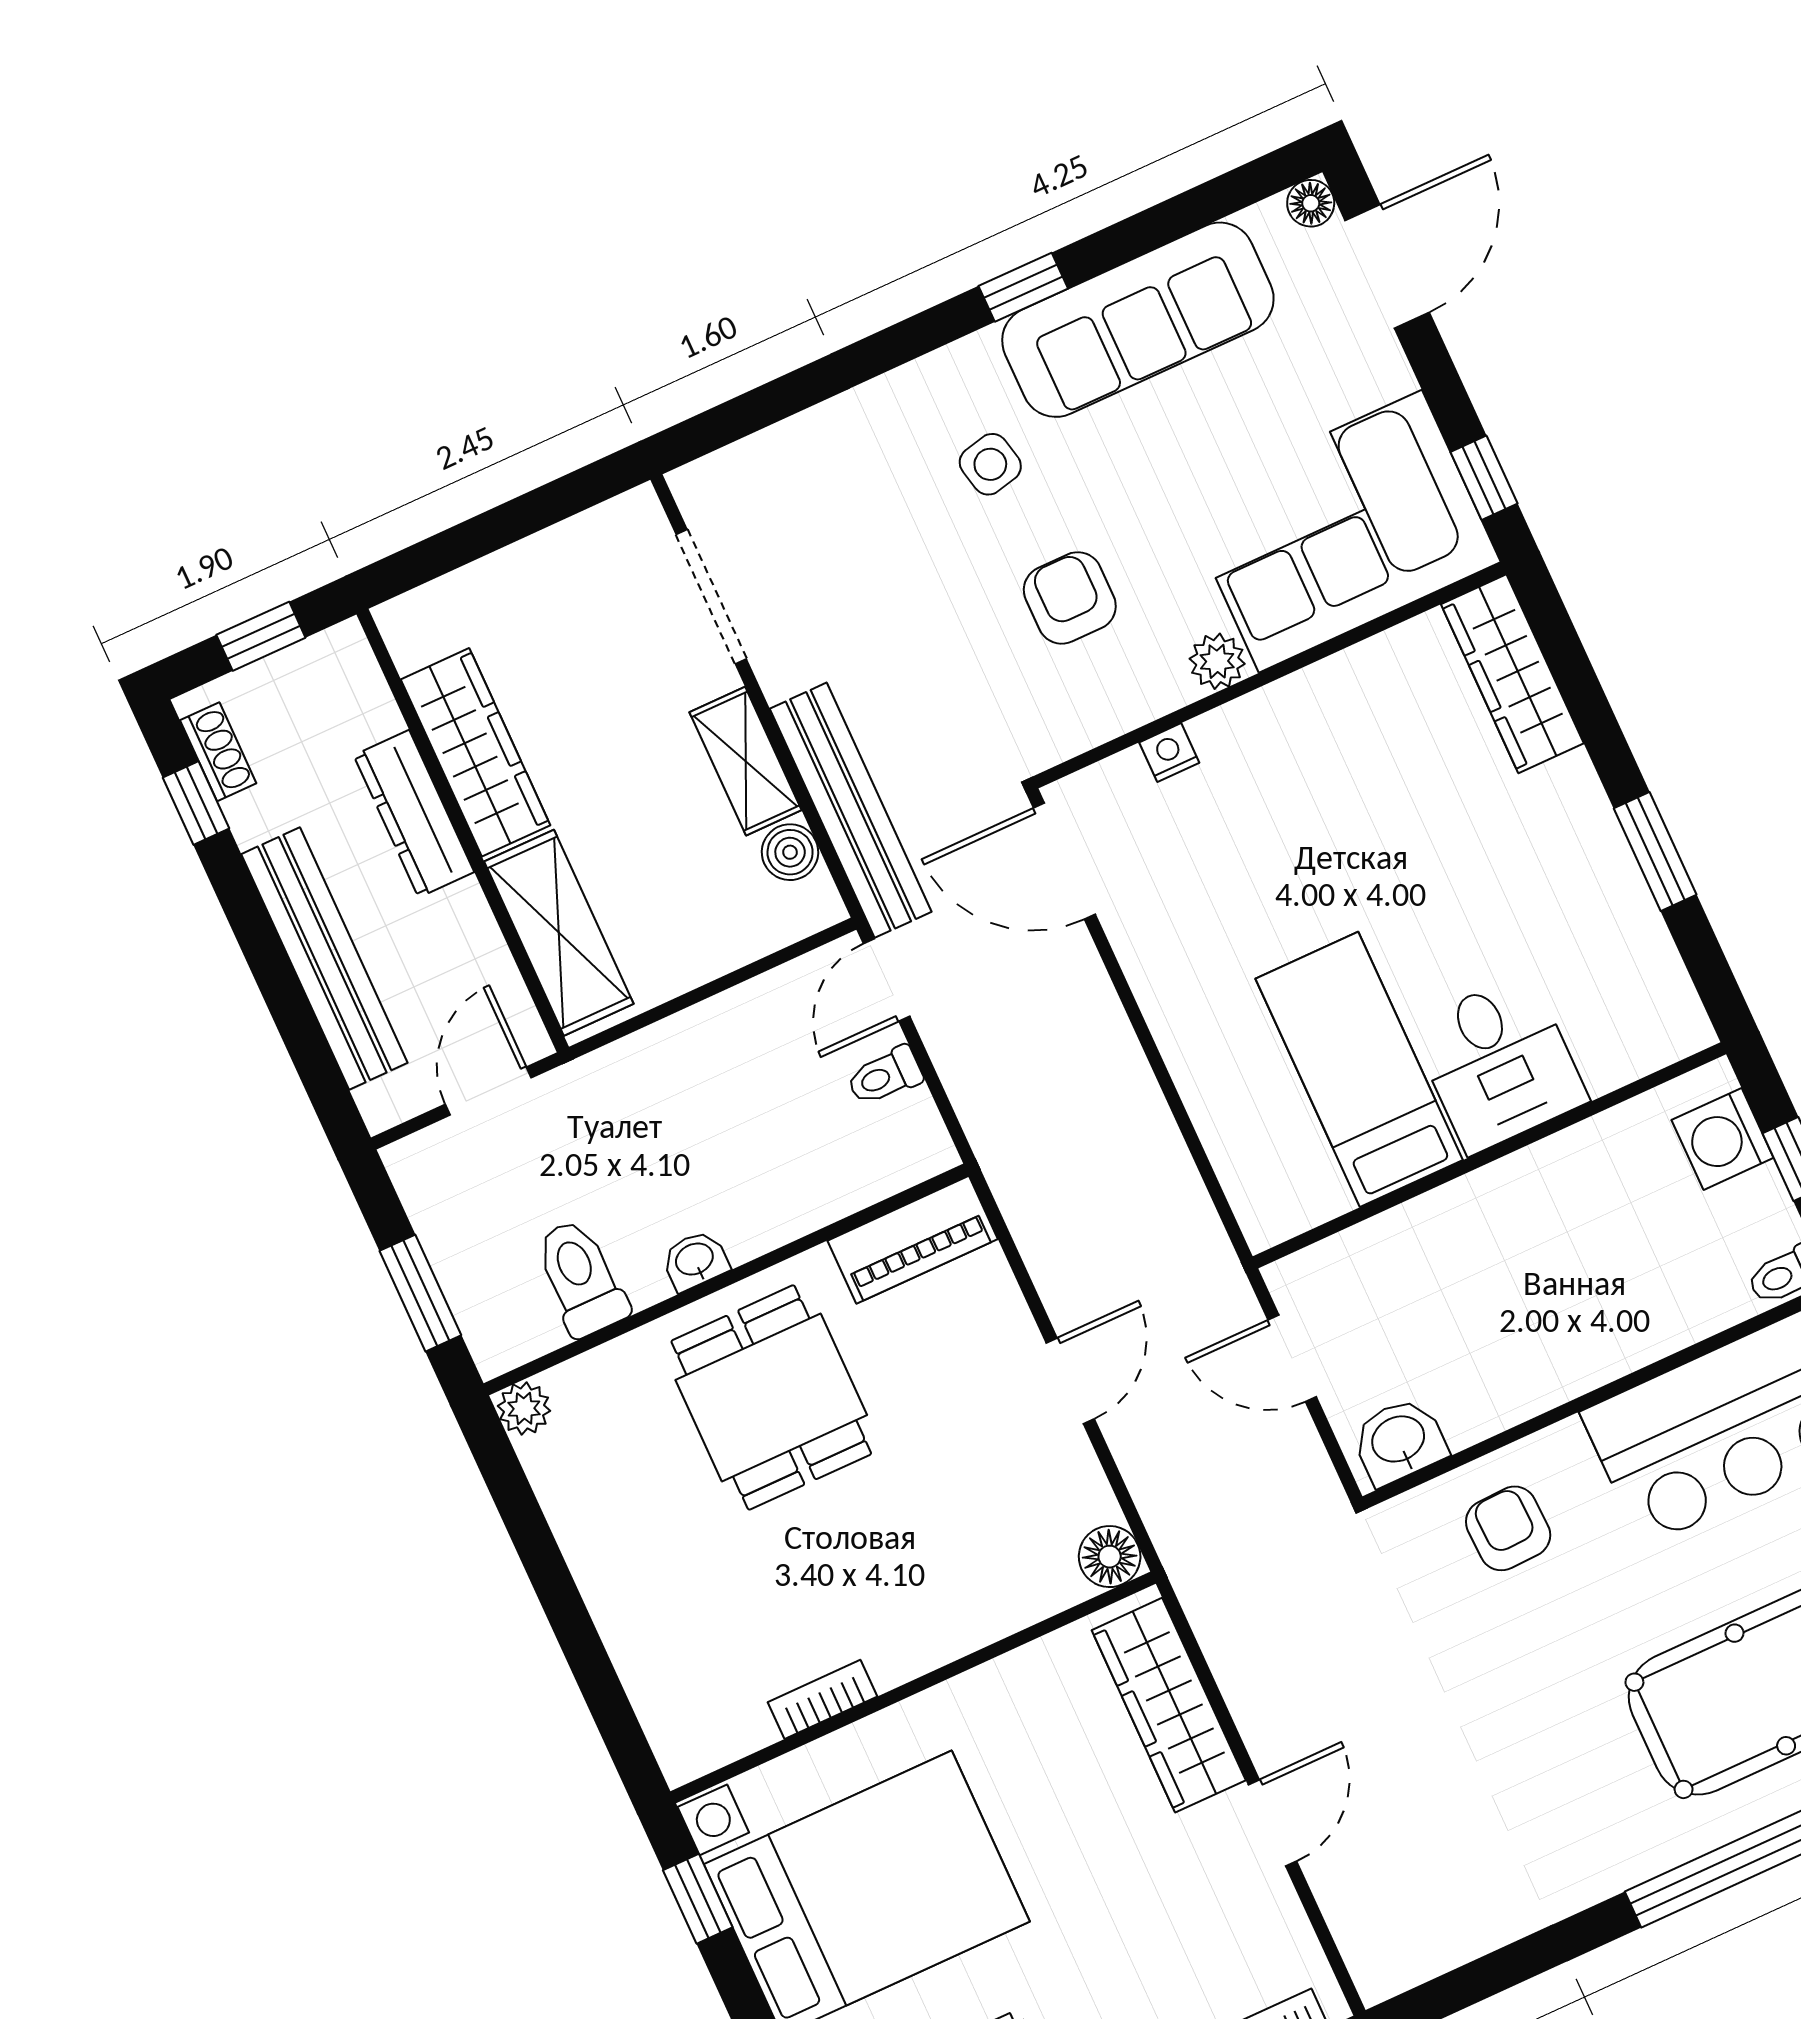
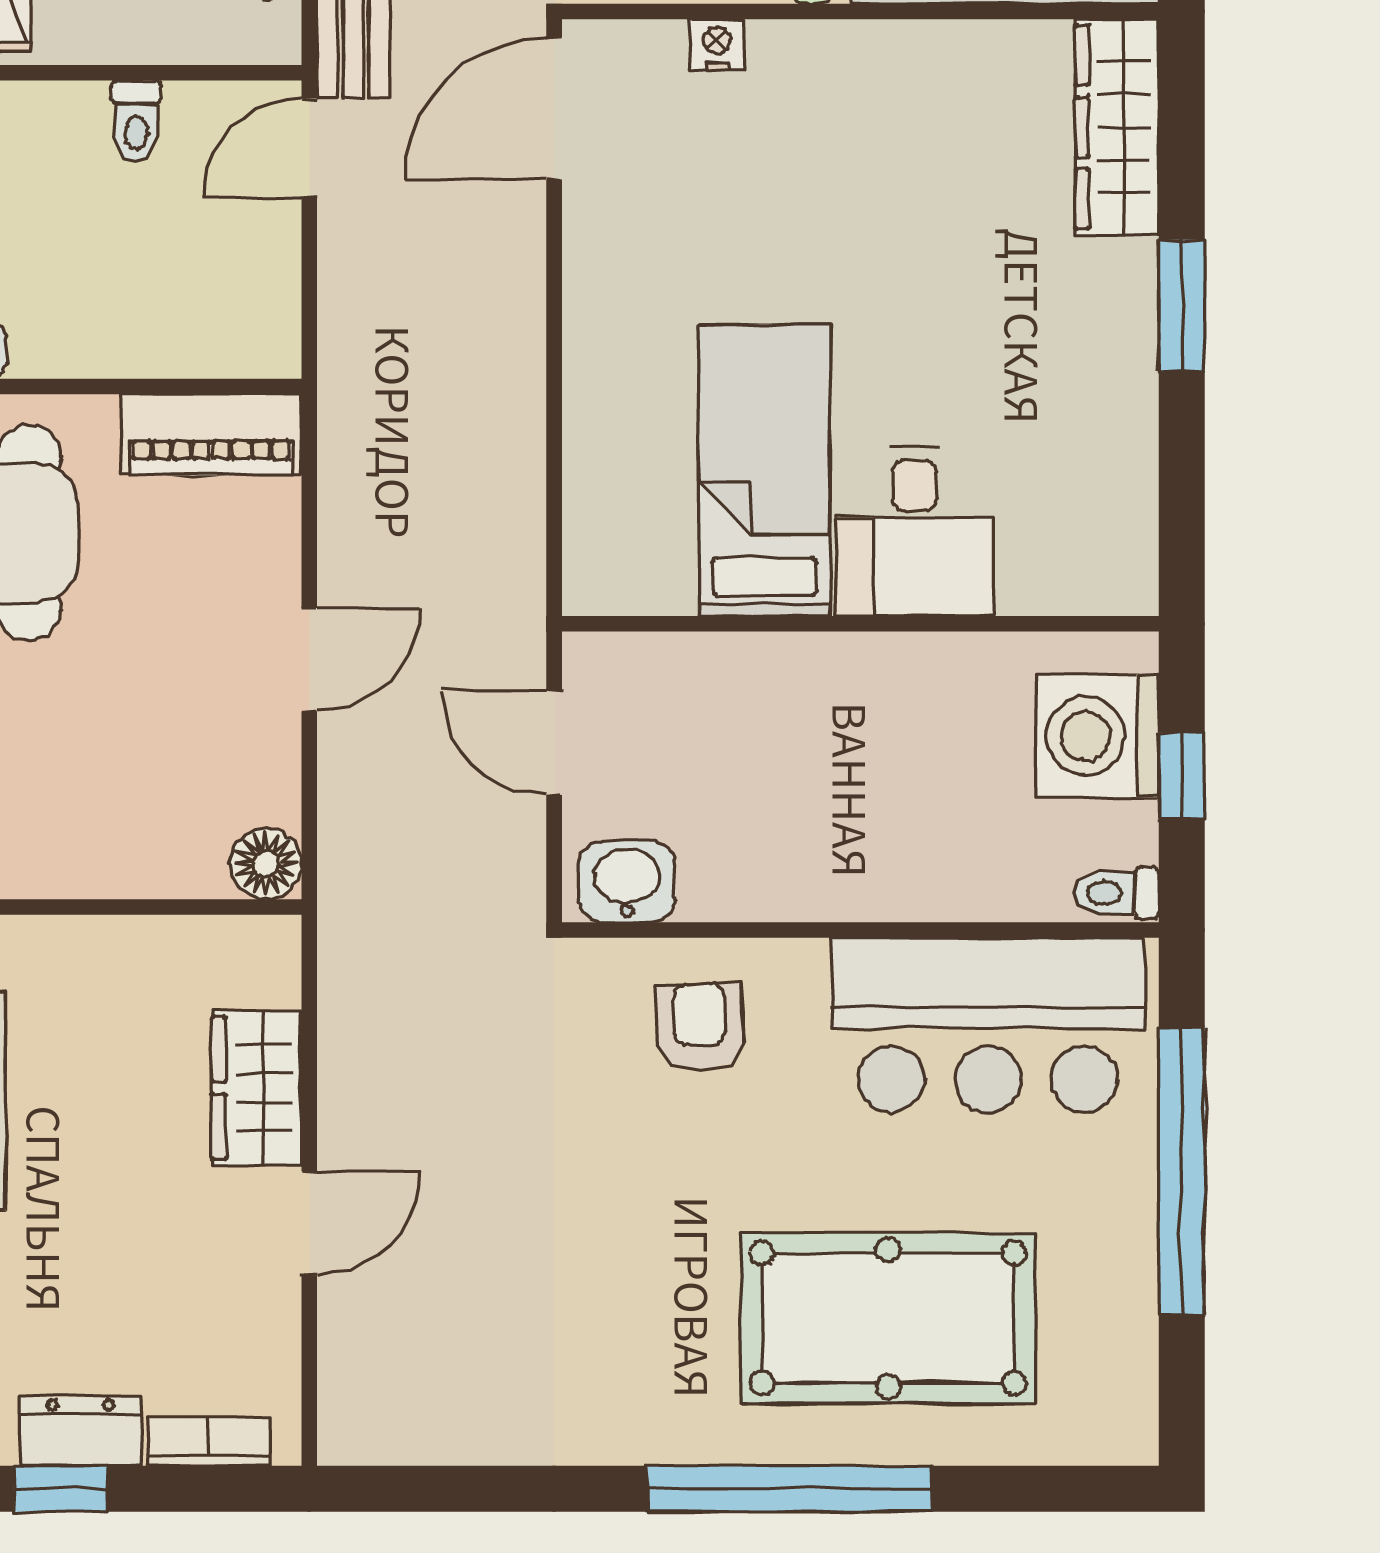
window: (1655, 852) -> (1182, 306), moved
door: (1064, 861) -> (554, 109), hinge flipped
toilet: (885, 1076) -> (136, 121), moved, turned -90
washing machine: (1723, 1139) -> (1098, 736), width x1.37, depth x1.37
wardrobe: (1169, 1705) -> (256, 1088), width x0.67

